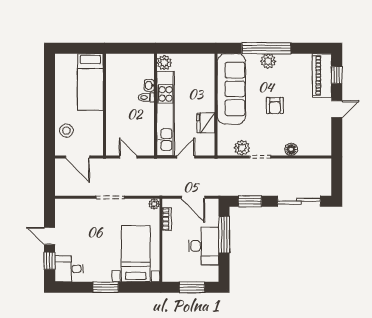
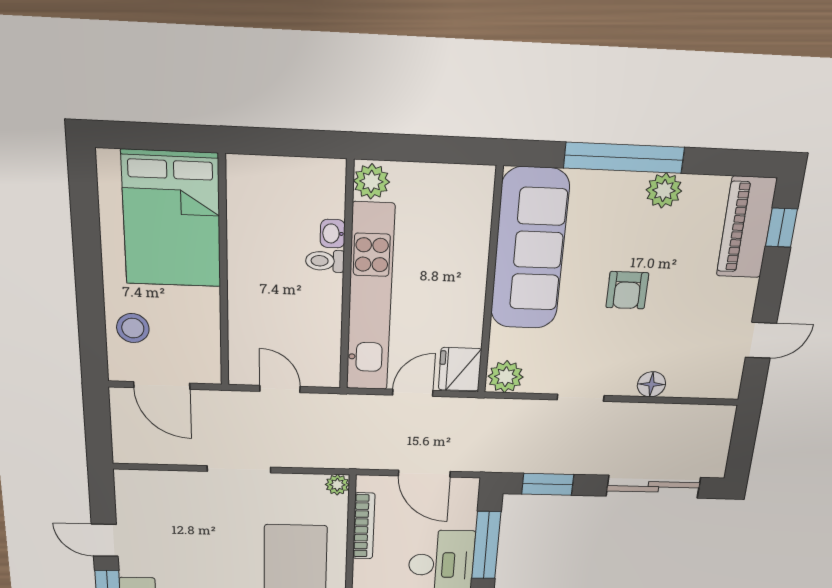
plant: (268, 61) -> (664, 190), moved
bed: (90, 82) -> (172, 219), width x1.50
door: (337, 109) -> (761, 340), moved
fridge: (206, 123) -> (460, 369), moved
plant: (242, 148) -> (506, 377), moved
bookcase: (167, 219) -> (364, 526), width x1.56

